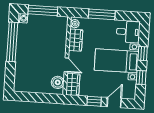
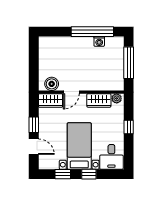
window: (102, 14) -> (129, 127), width x0.46
washing machine: (23, 18) -> (99, 41), moved

